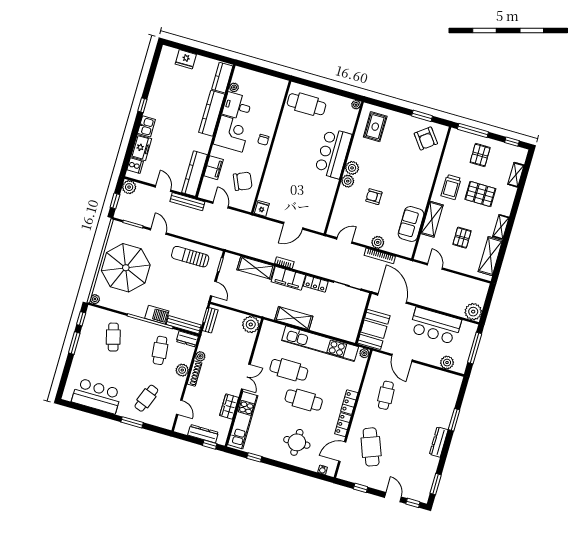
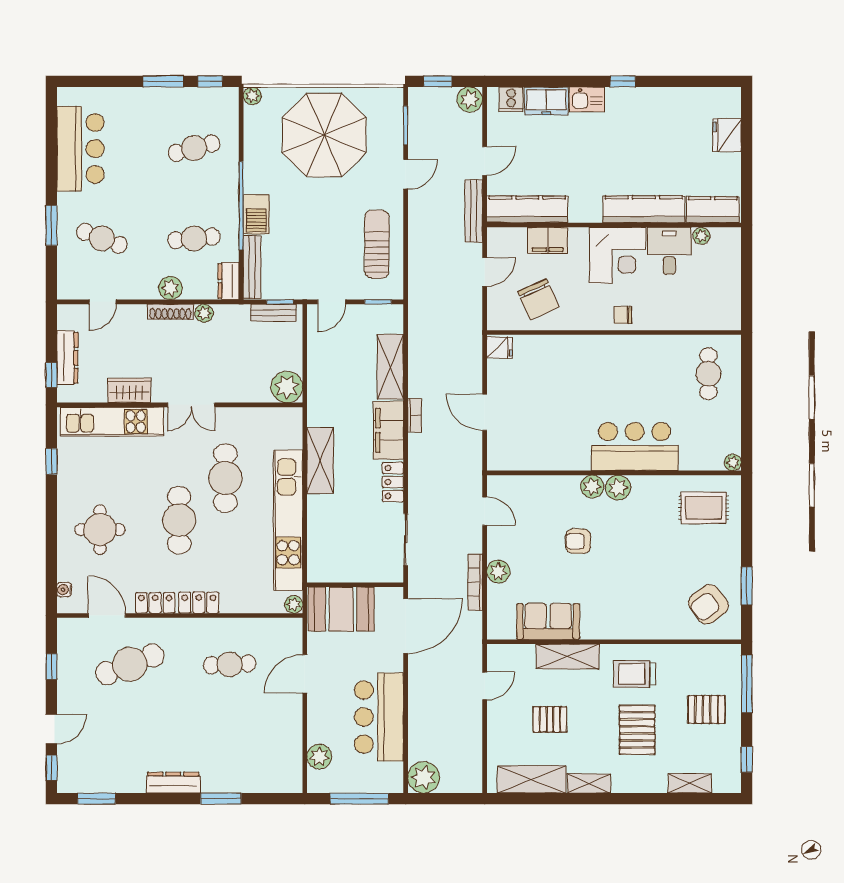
cafe table: (306, 104) -> (708, 374), width x0.73, depth x0.74
armchair: (374, 197) -> (578, 541), turned -90

